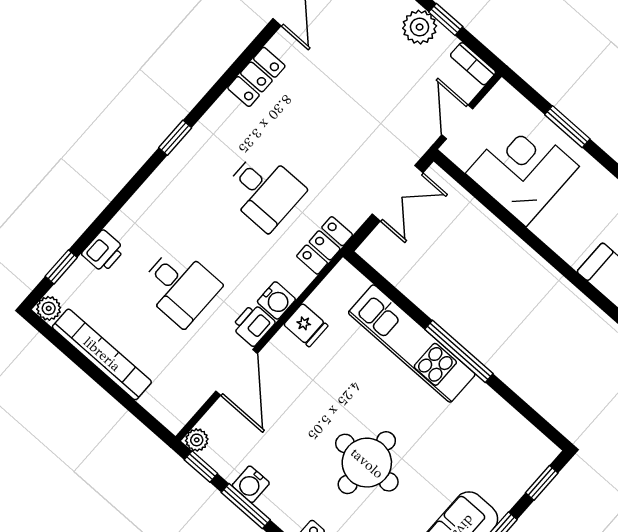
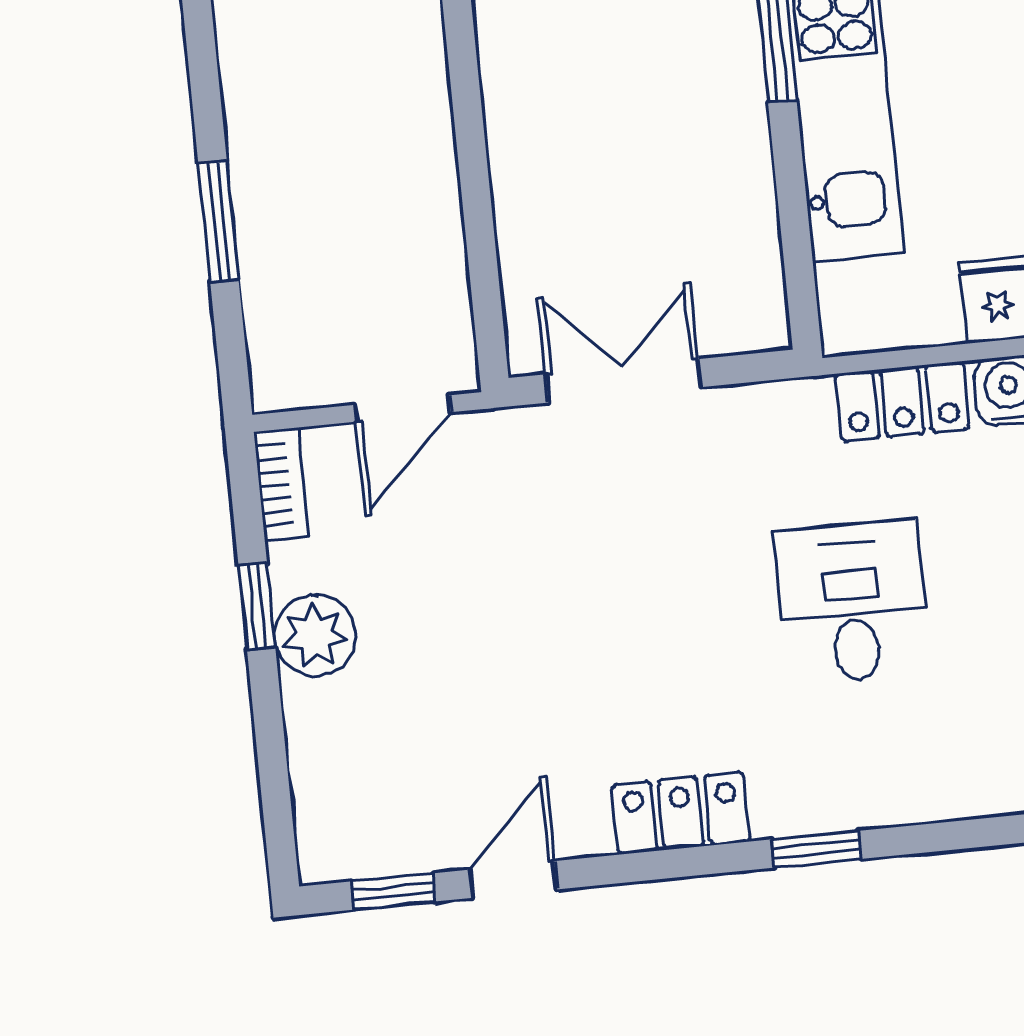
window: (175, 138) -> (816, 849), moved
corner desk: (522, 170) -> (367, 219), removed
locker: (325, 245) -> (902, 402), moved

